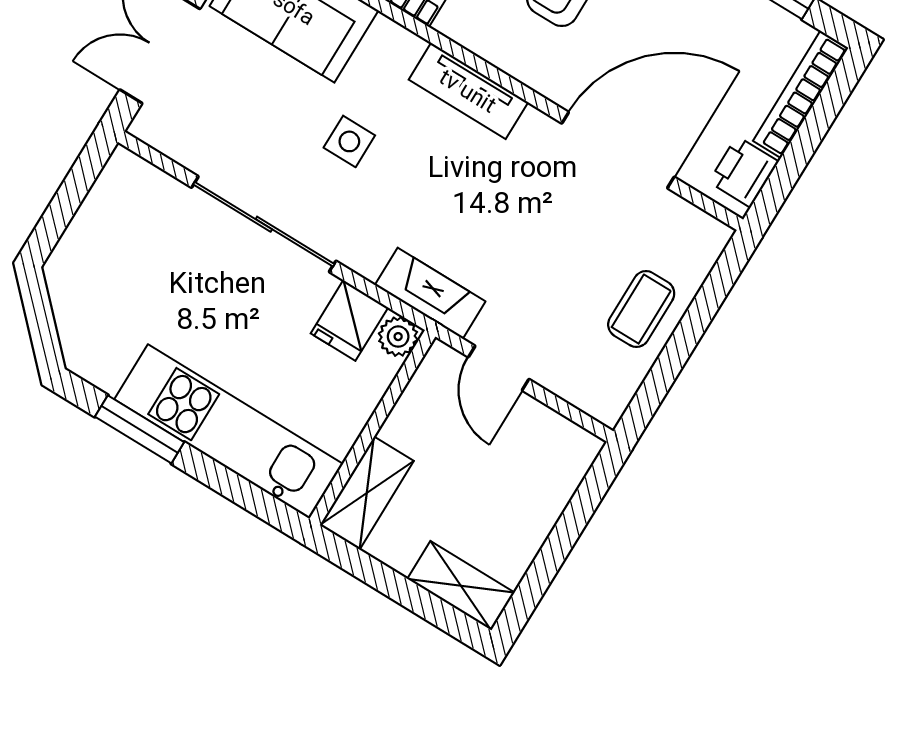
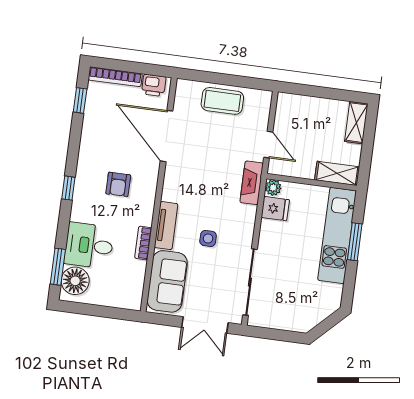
tv unit: (468, 91) -> (166, 226), moved
sliding door: (264, 224) -> (250, 282), moved
coffee table: (641, 309) -> (222, 101), width x1.36, depth x1.30
door: (499, 368) -> (268, 145), hinge flipped
window: (140, 429) -> (355, 242), moved

